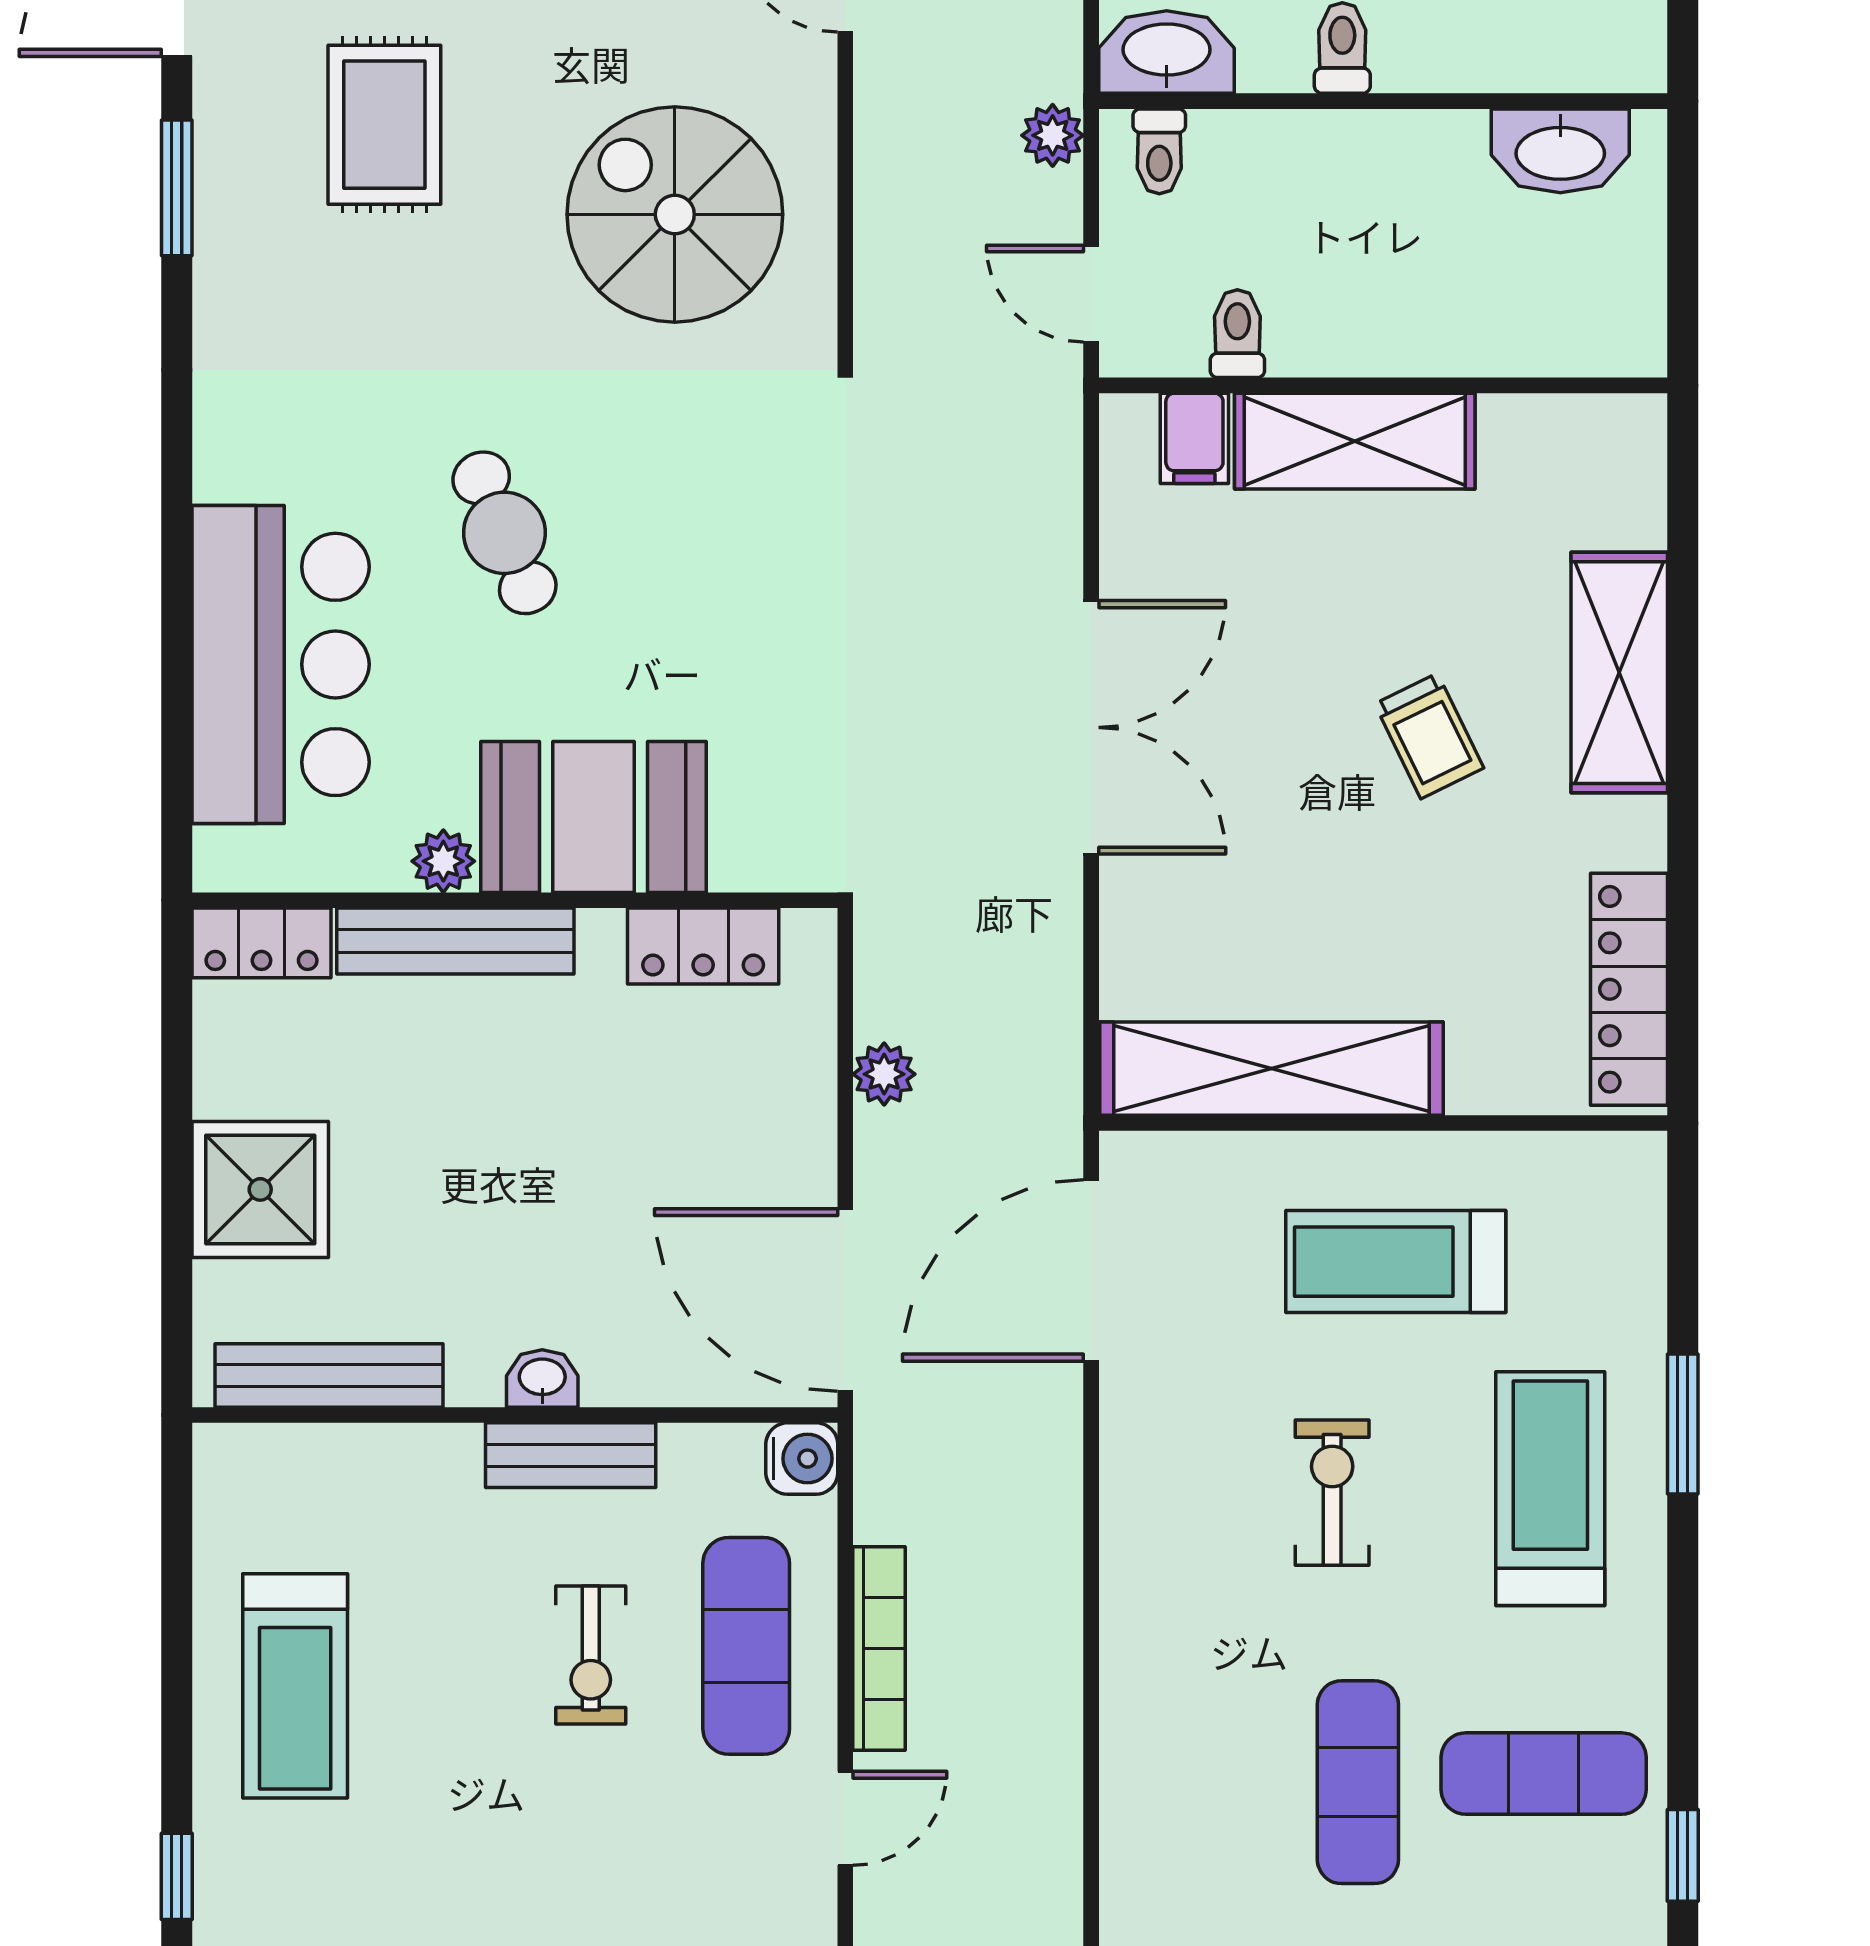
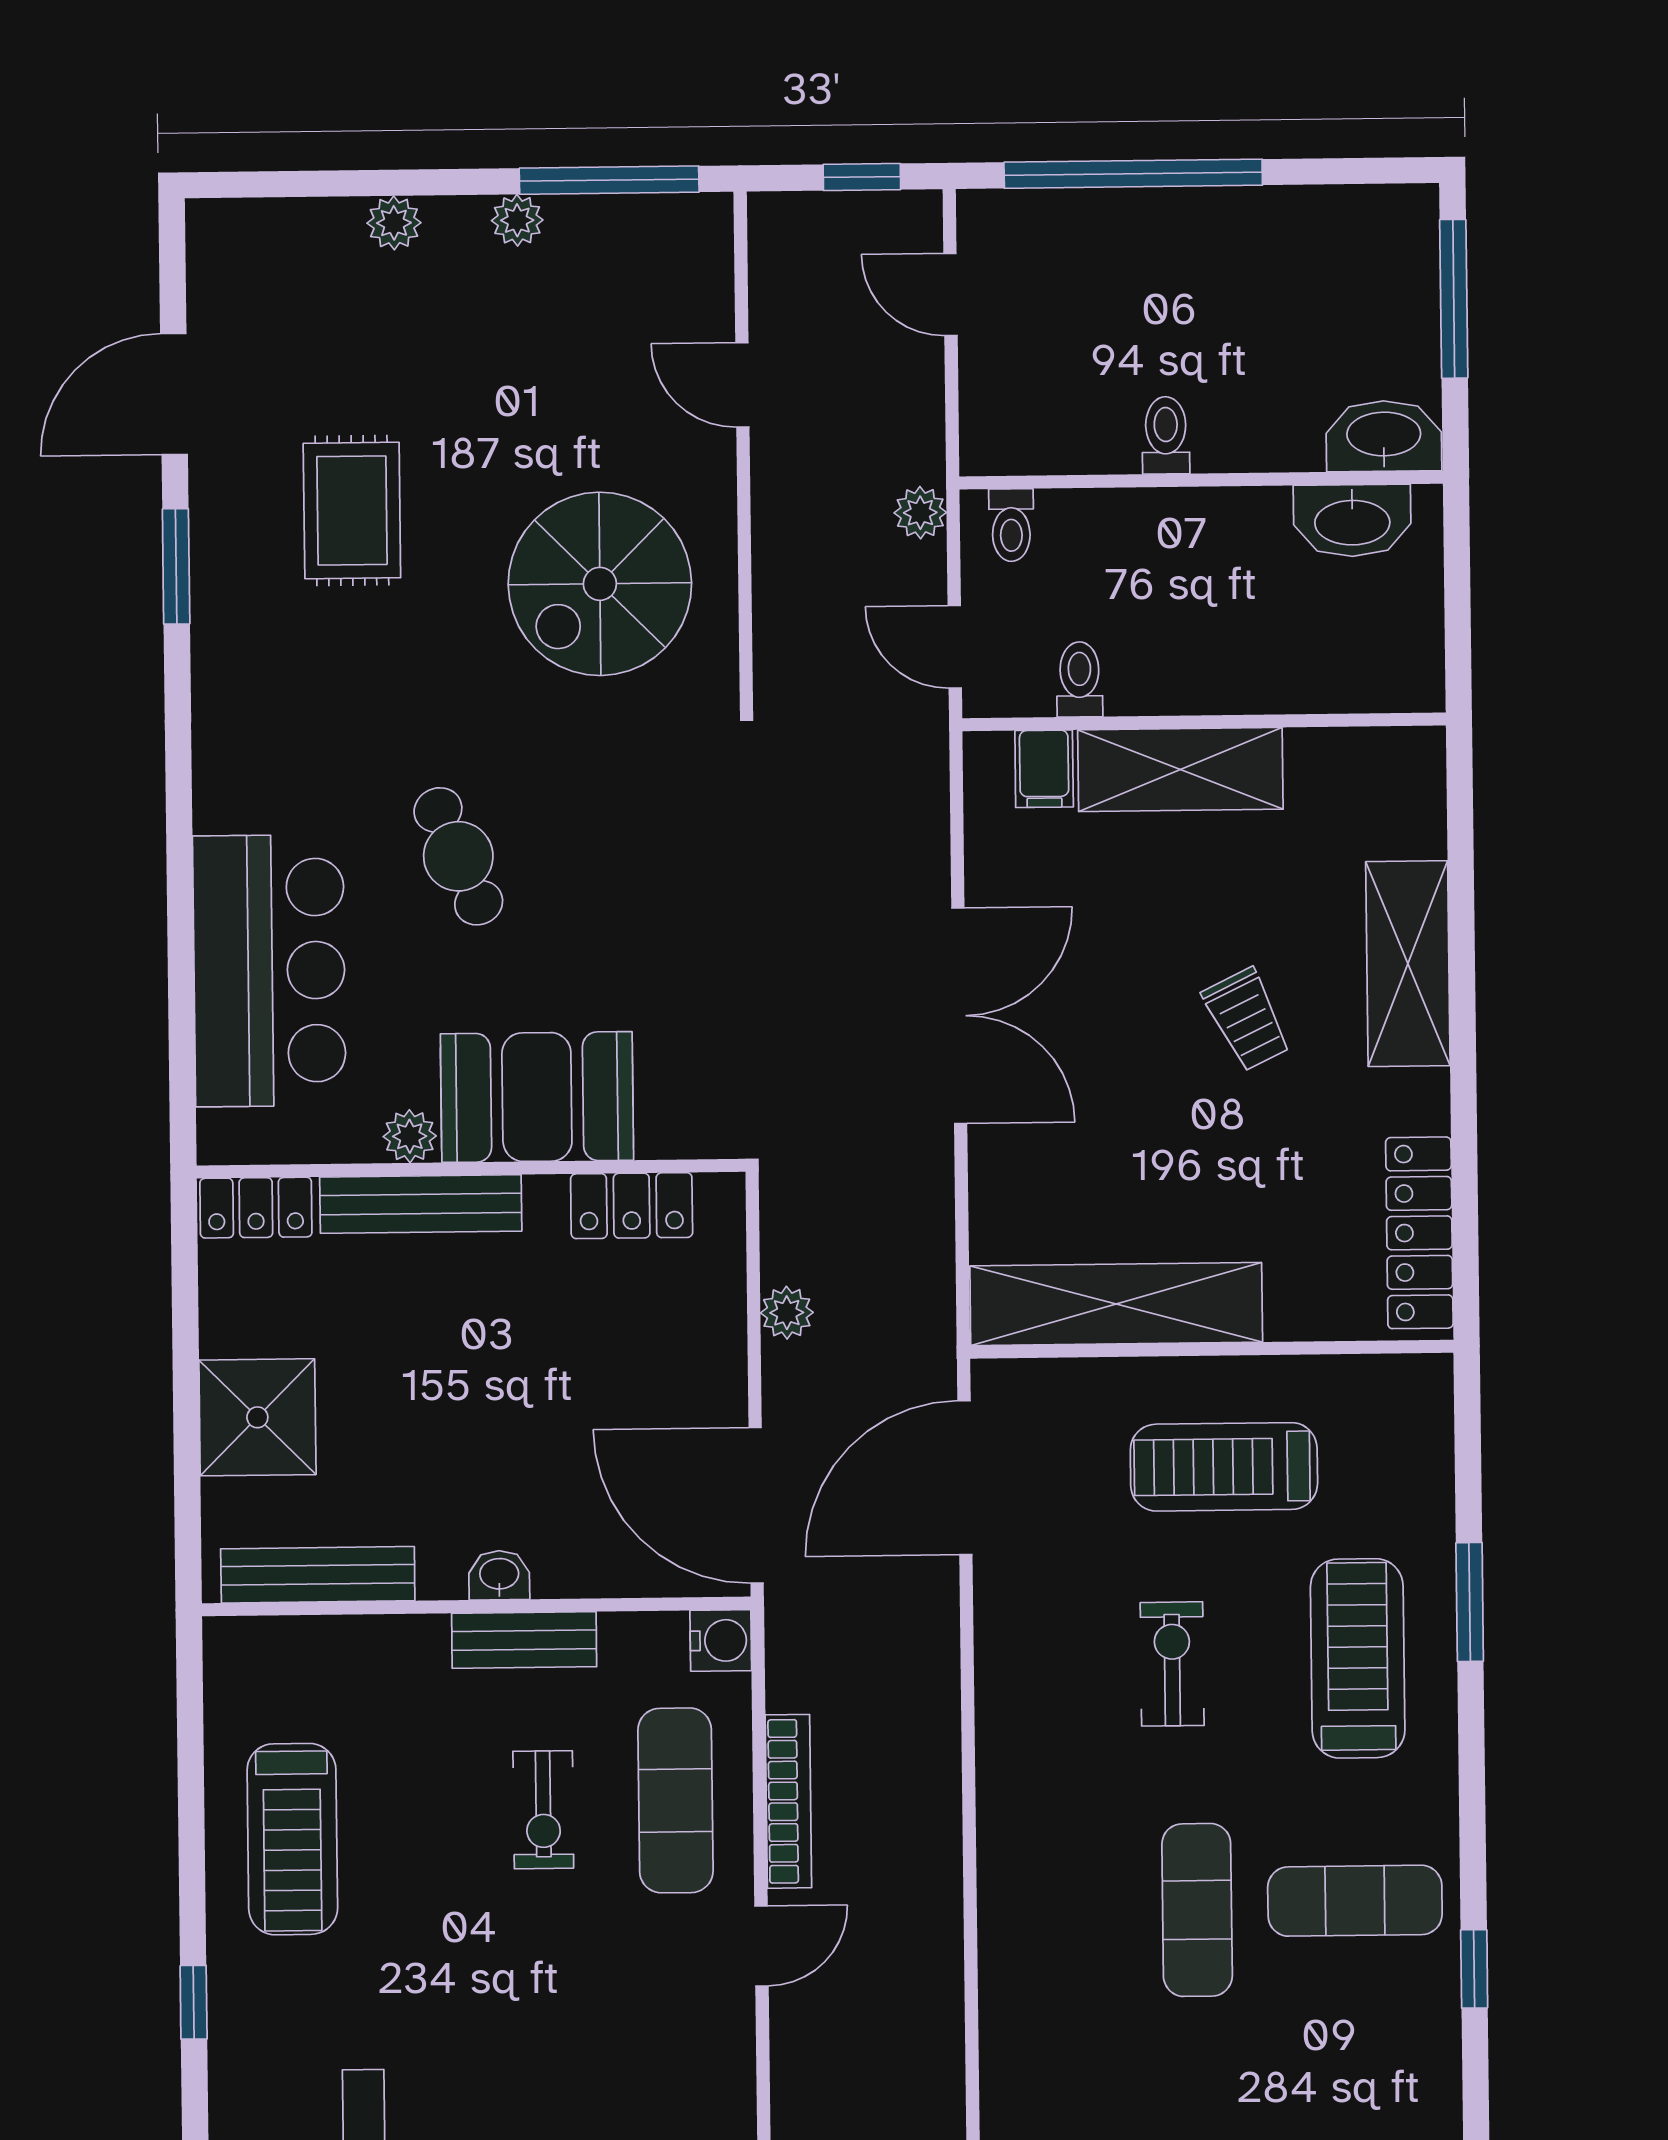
washbasin: (1167, 52) -> (1384, 436), moved
spiral stairs: (675, 214) -> (600, 584), turned -90

